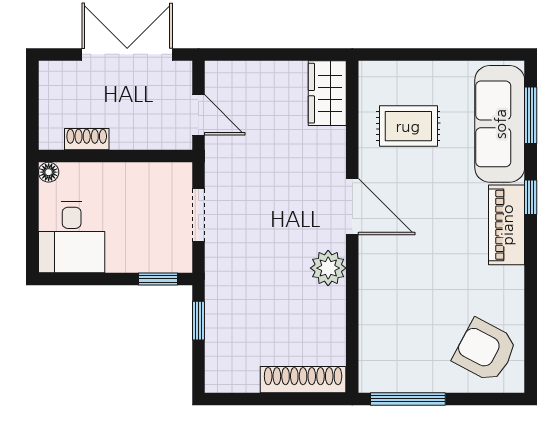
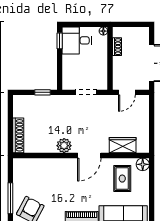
floor lamp: (374, 76) -> (143, 164), added
wardrobe: (327, 93) -> (123, 145), moved
window: (158, 279) -> (60, 41), moved
window: (408, 399) -> (10, 198), moved

